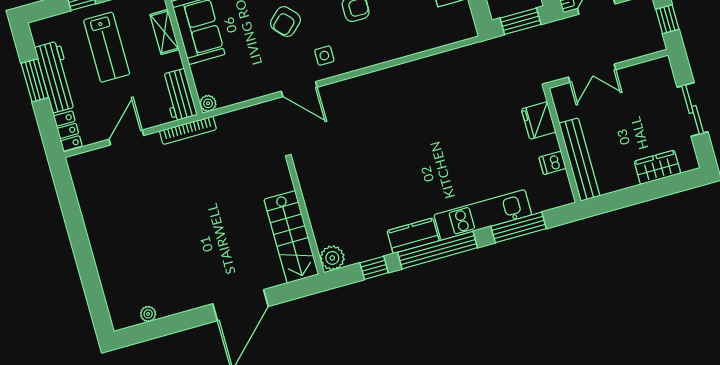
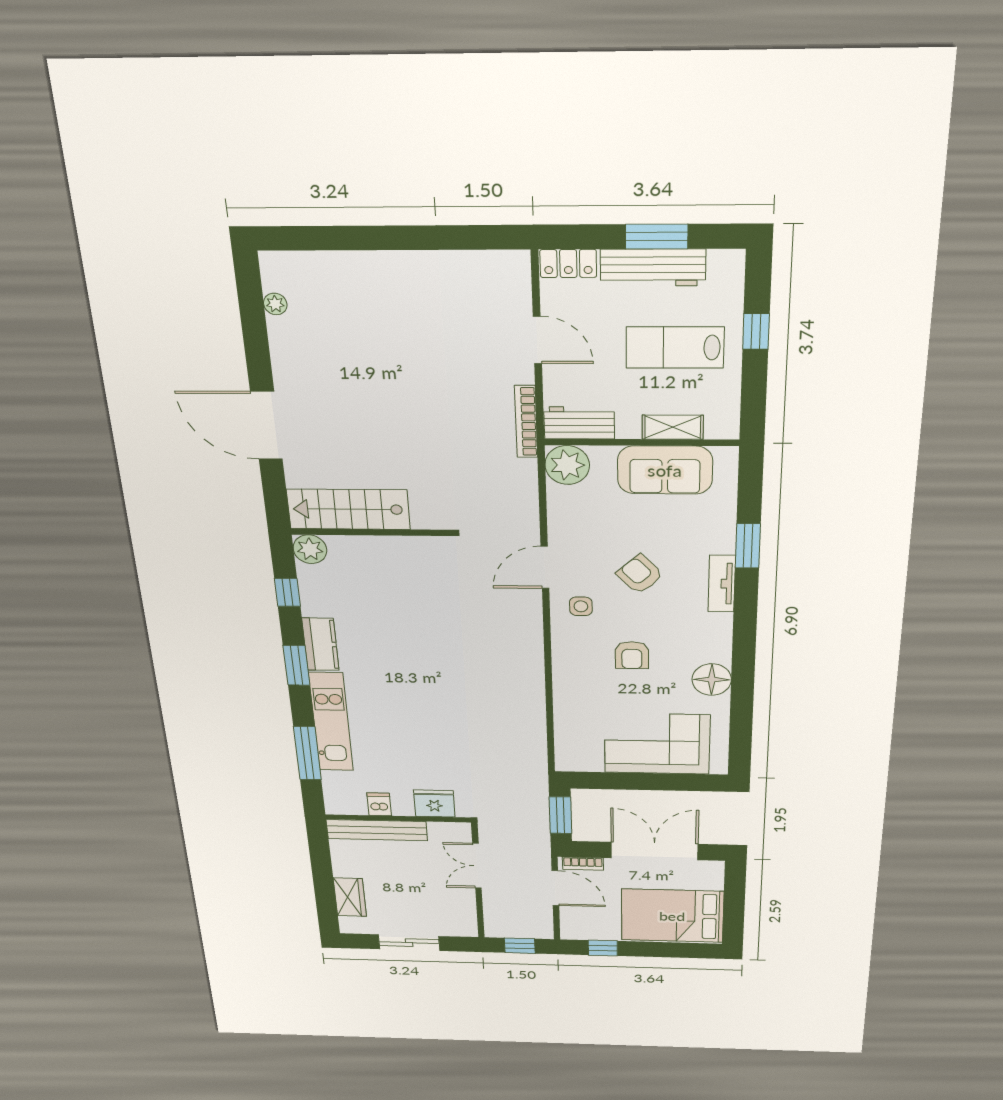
plant: (208, 103) -> (567, 465), width x1.87, depth x1.87
window: (438, 250) -> (296, 665), width x0.47

